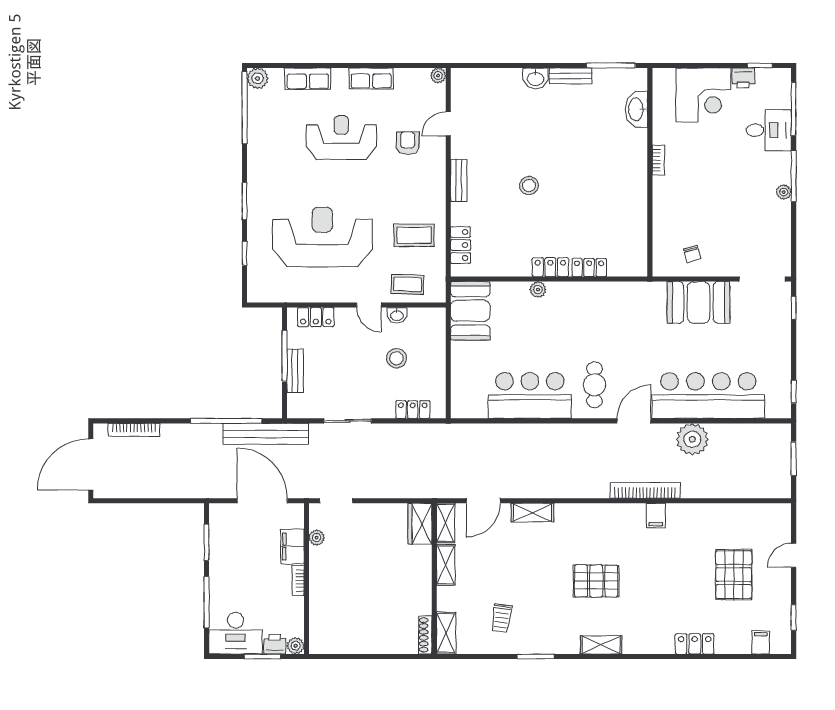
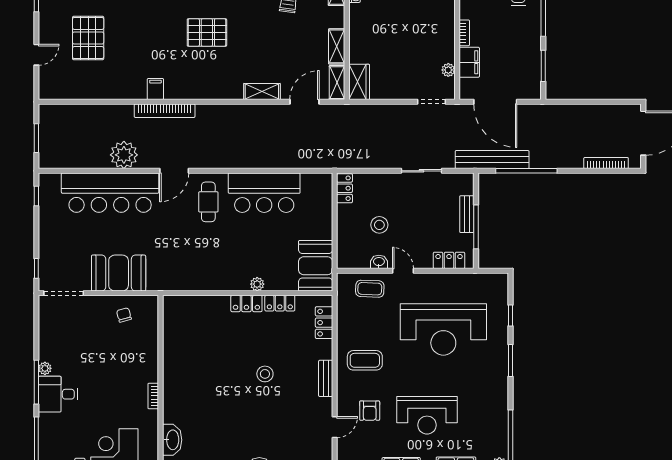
desk: (769, 130) -> (58, 394), moved
coffee table: (414, 235) -> (365, 360), moved
locker: (589, 268) -> (280, 303), moved
locker: (413, 409) -> (345, 188), moved, turned -90

